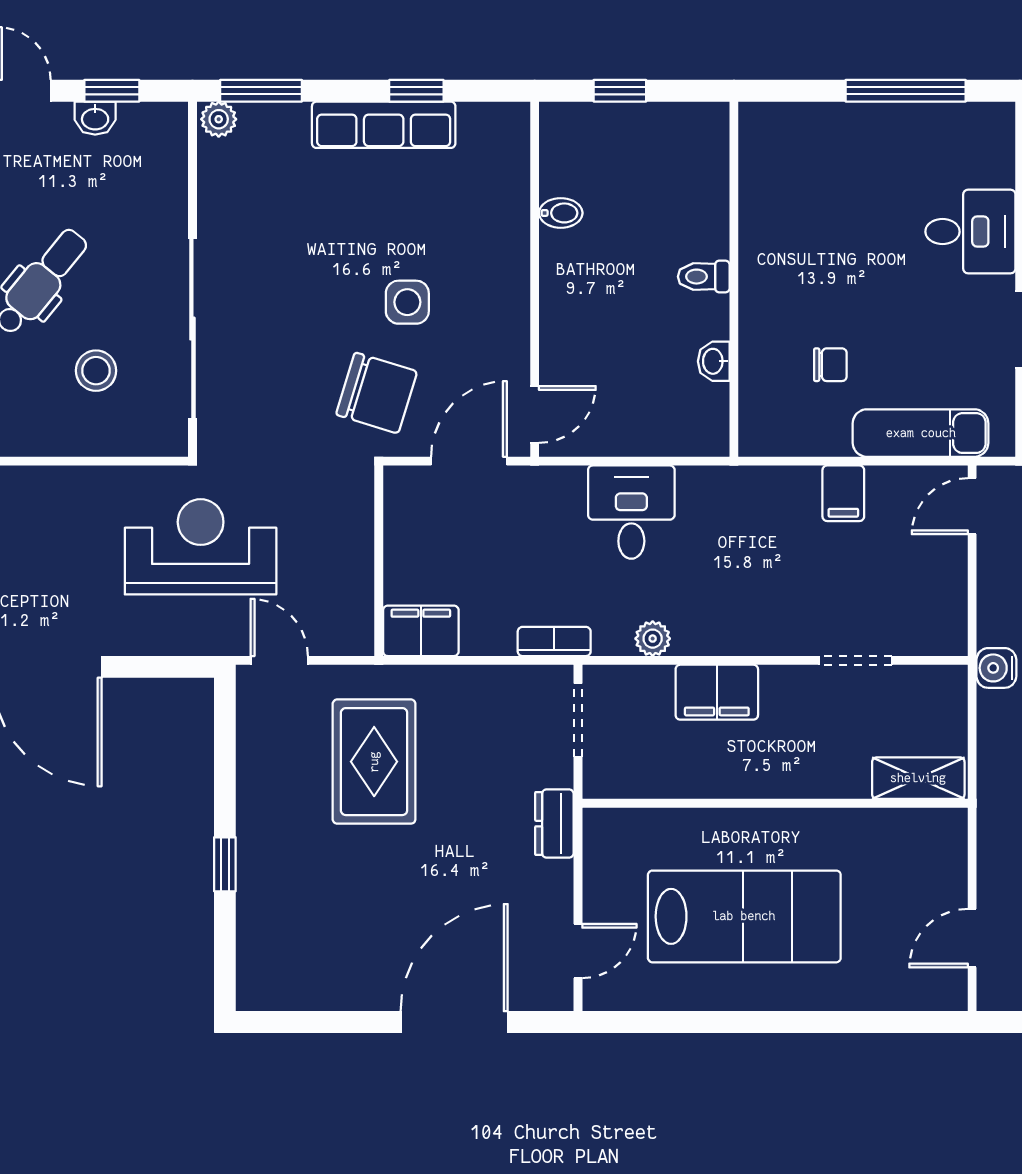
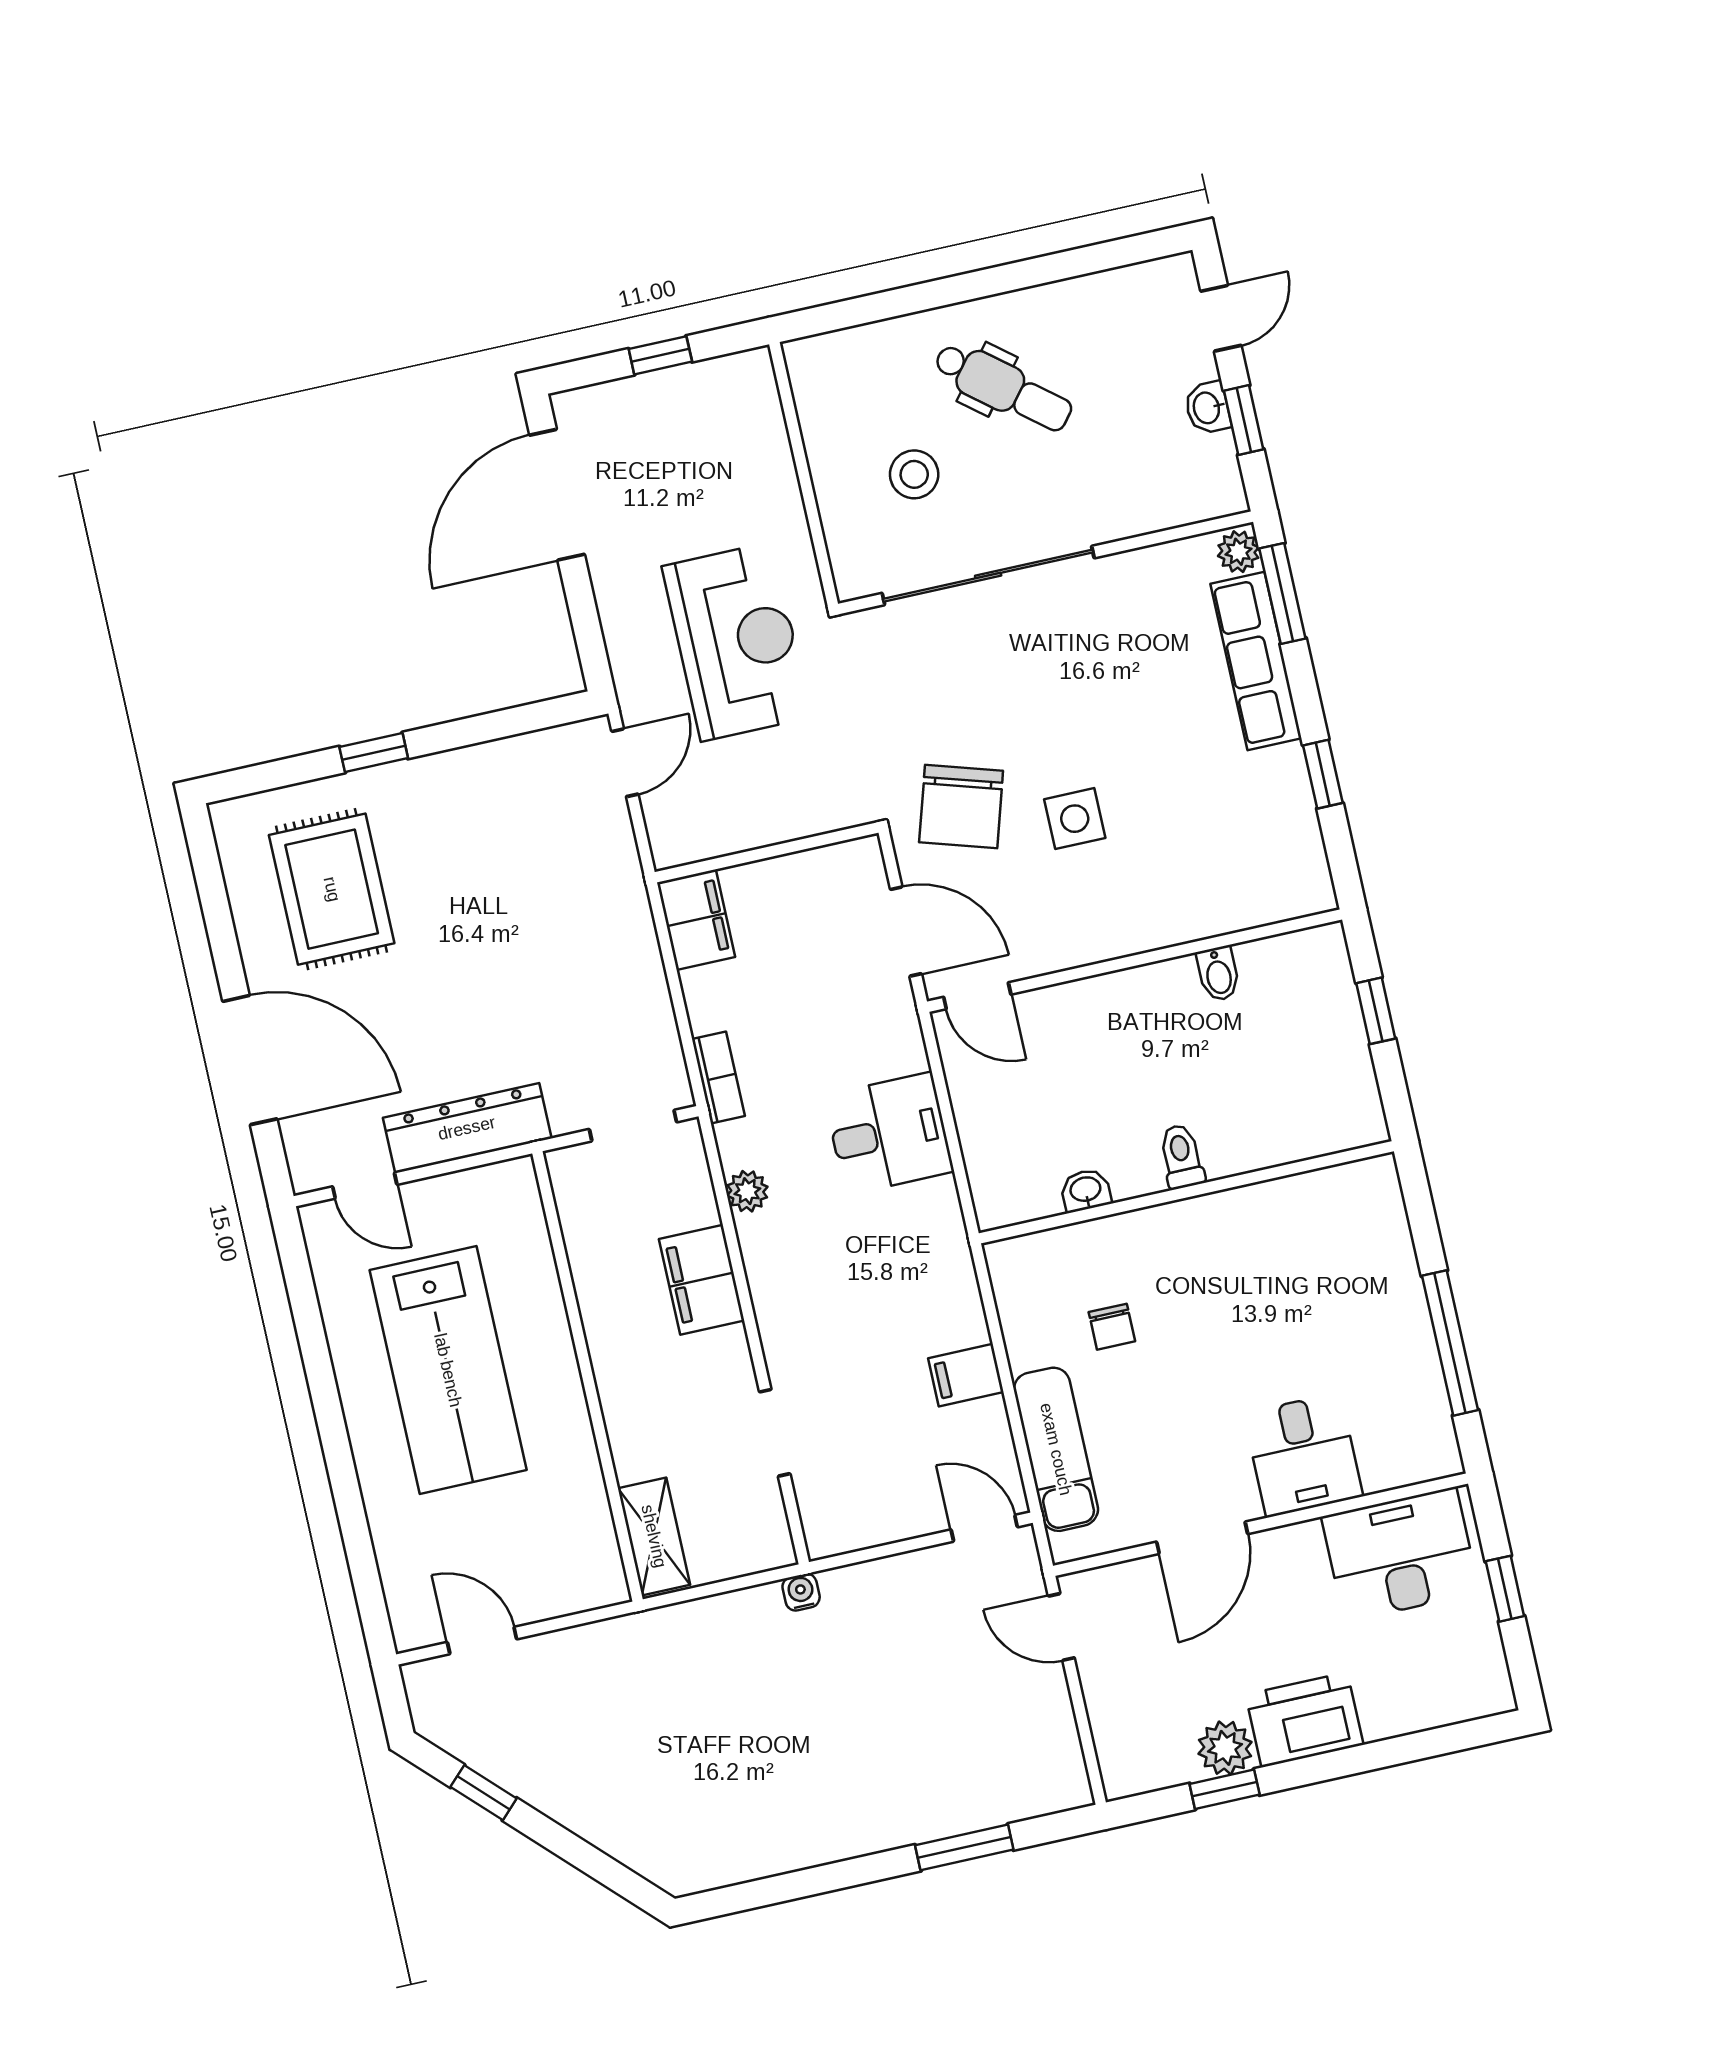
row of seats: (384, 125) -> (1256, 661), moved
water cooler: (996, 668) -> (801, 1592), width x0.72, depth x0.72
rug: (374, 762) -> (332, 889), moved, turned 90
dresser: (554, 824) -> (467, 1128), width x1.96, depth x1.24

